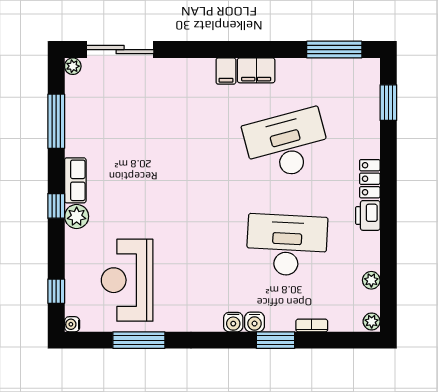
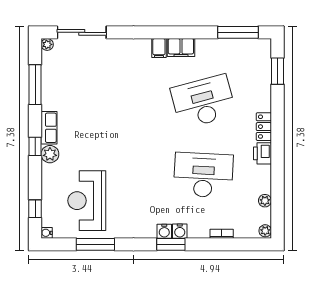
window: (275, 340) -> (171, 244), moved

